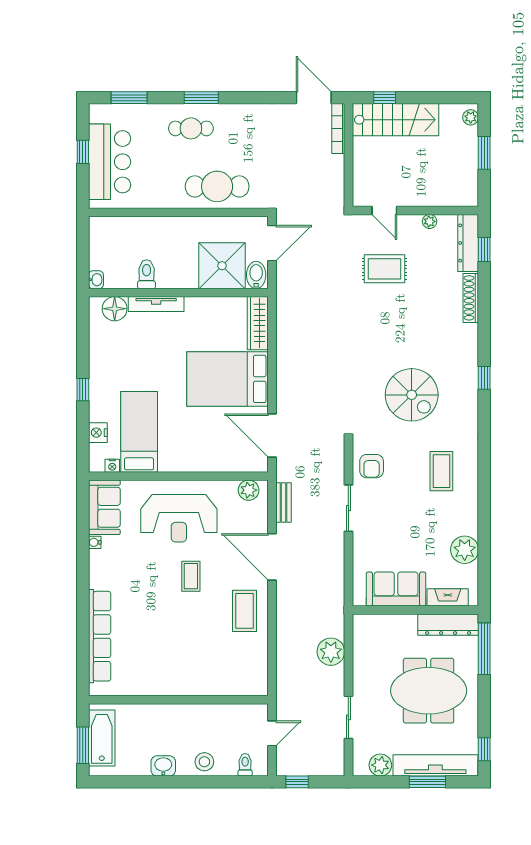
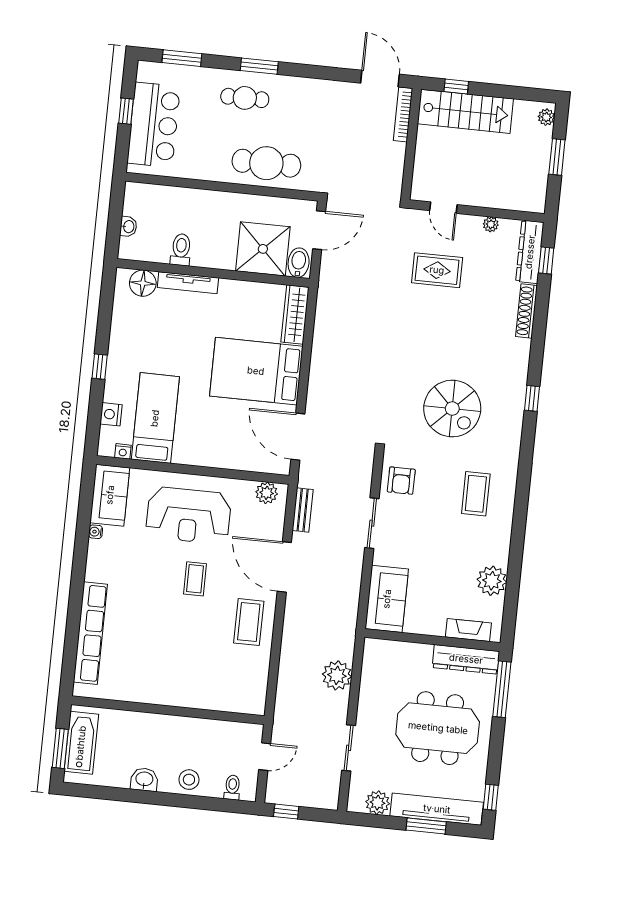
washbasin: (96, 280) -> (128, 227), moved
sofa: (396, 589) -> (387, 599), moved, turned 90

